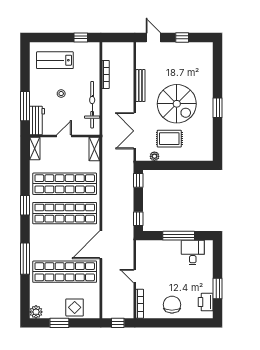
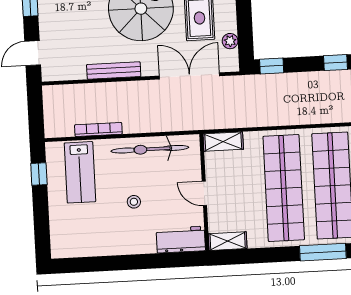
lab bench: (55, 60) -> (80, 172), moved
window: (25, 106) -> (158, 261), removed
double door: (135, 131) -> (189, 76), swing flipped
window: (25, 205) -> (323, 252), width x1.44

